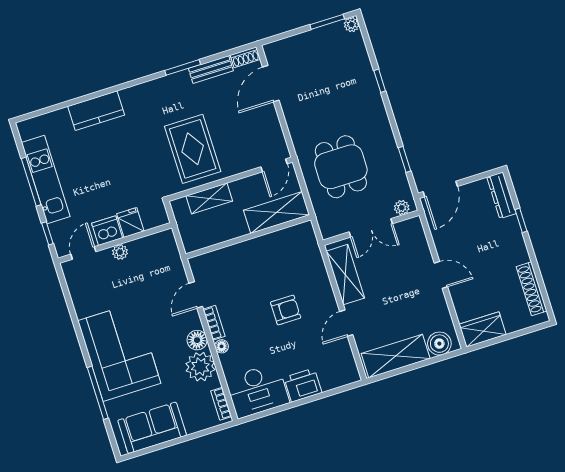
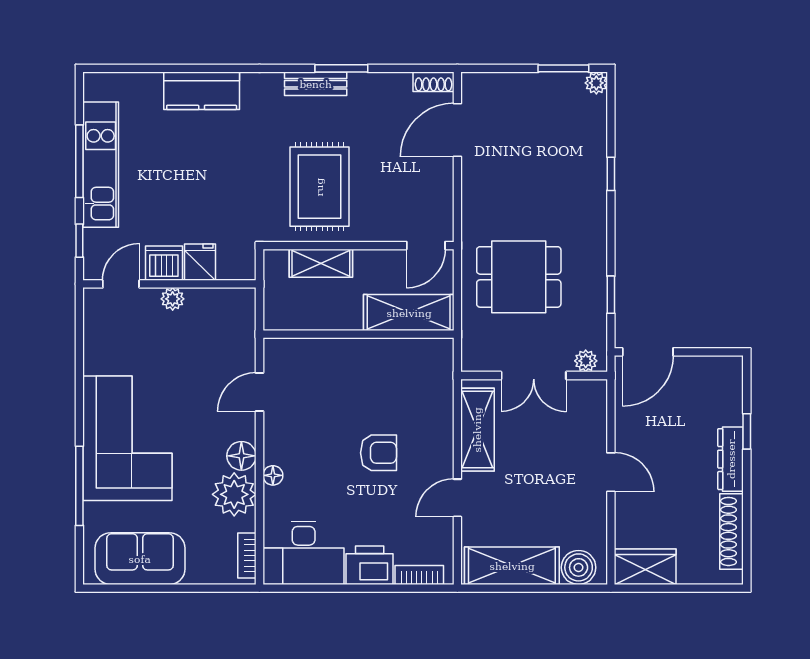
bench: (211, 69) -> (316, 84), moved
dining table: (341, 167) -> (519, 277), turned 90
dresser: (501, 195) -> (731, 459), moved
bookcase: (214, 323) -> (419, 575), moved, turned -90

